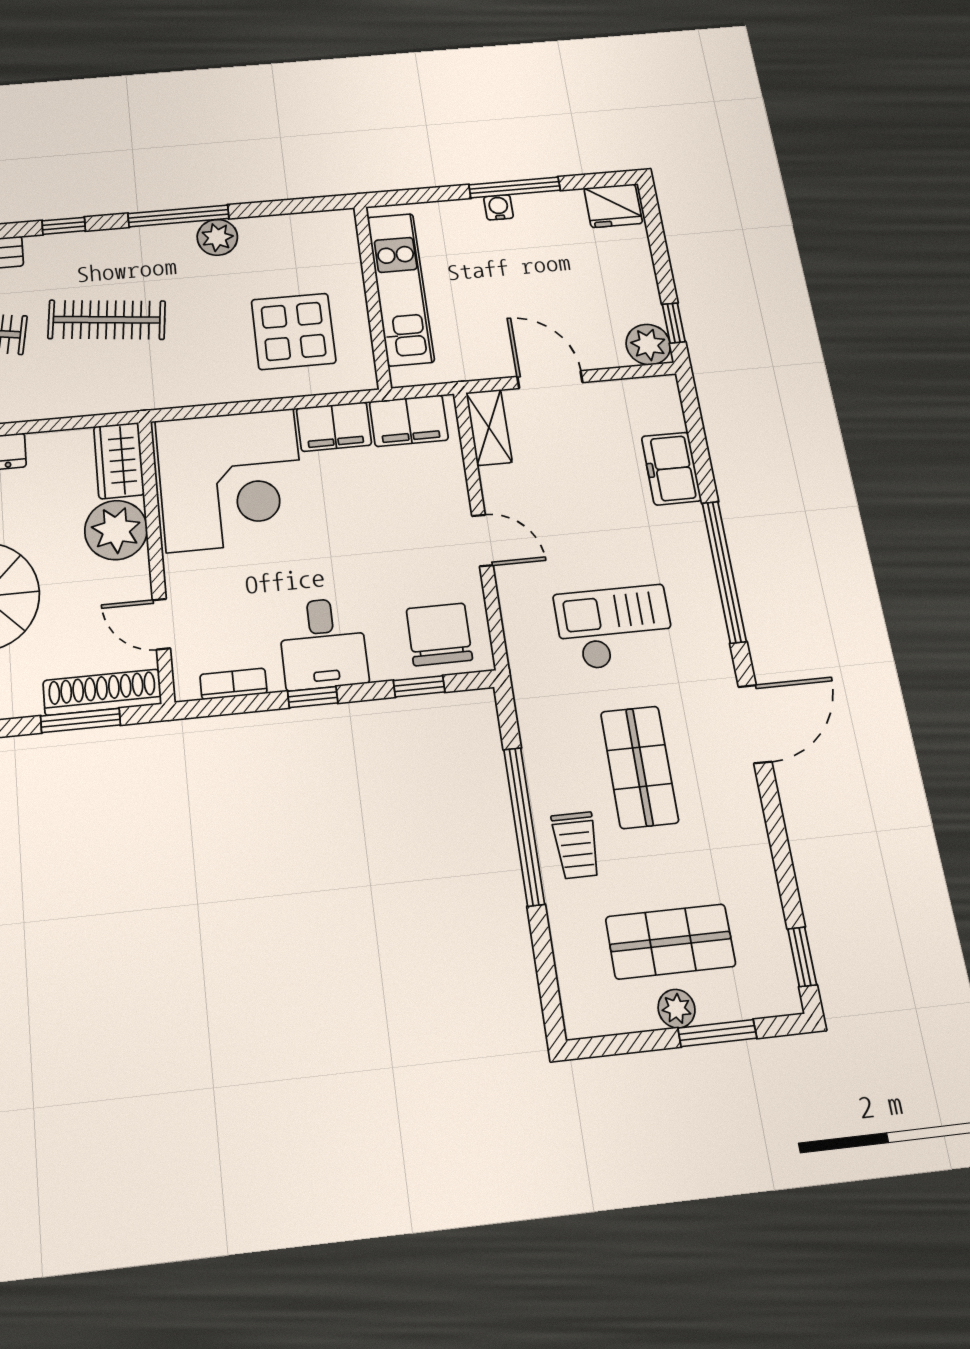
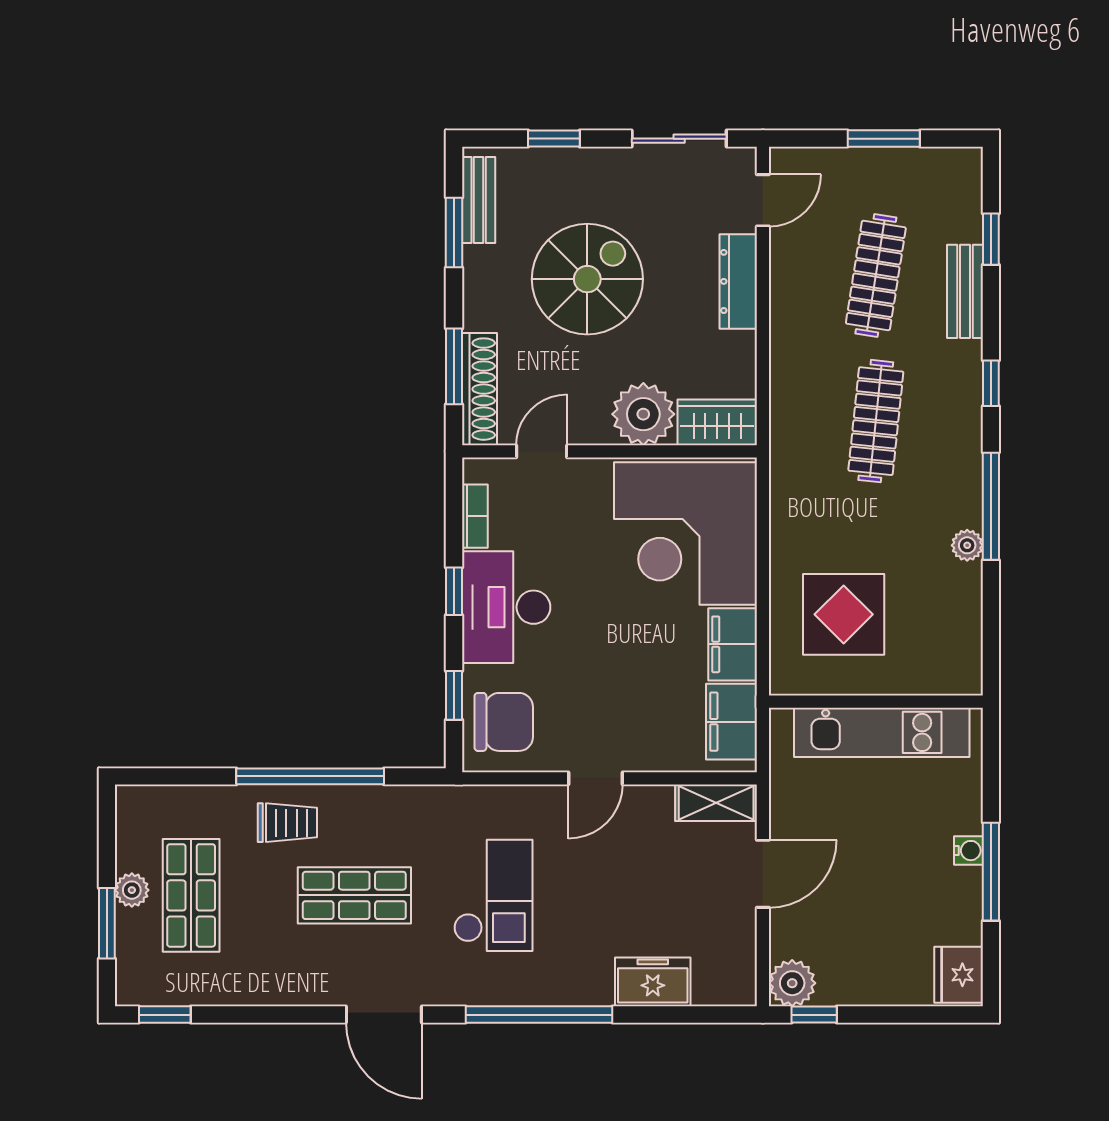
plant: (217, 237) -> (967, 545), width x0.73, depth x0.73
desk: (323, 643) -> (506, 607), width x1.37
trolley: (576, 845) -> (287, 823), turned 180

